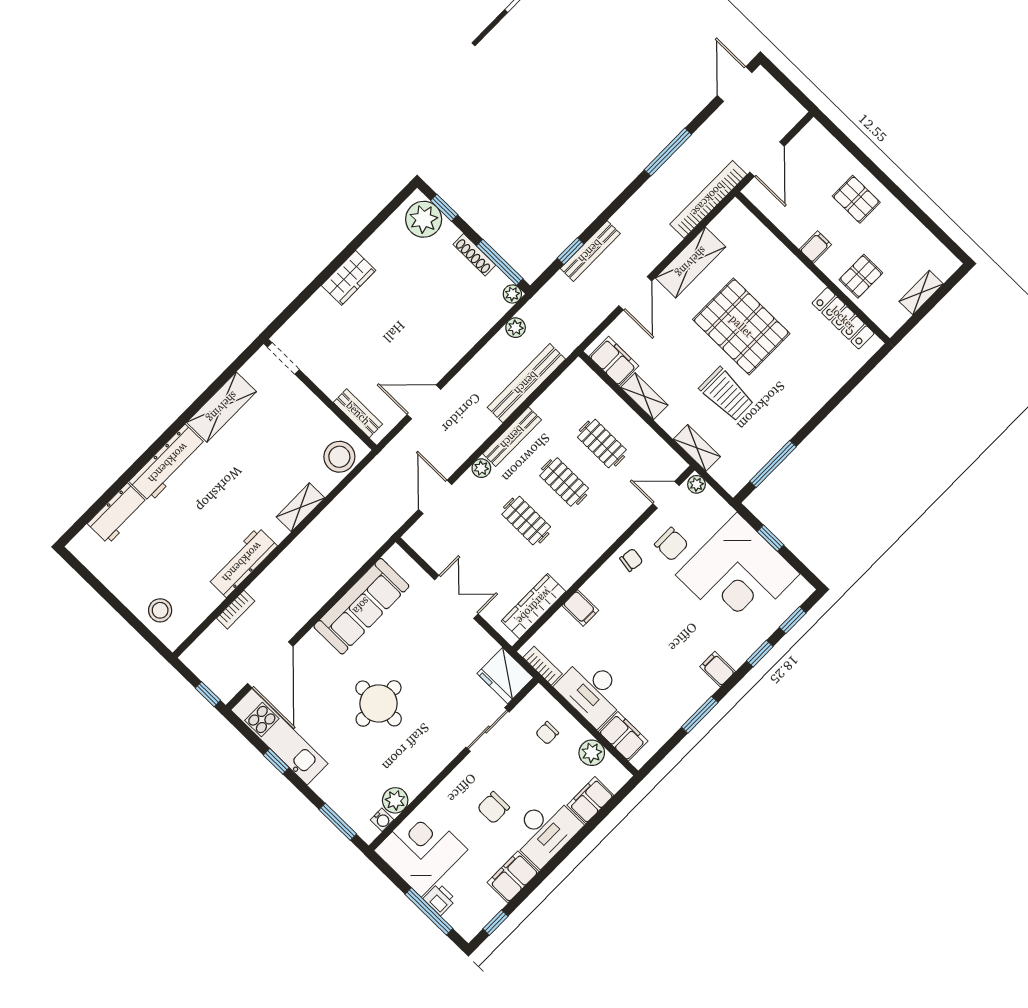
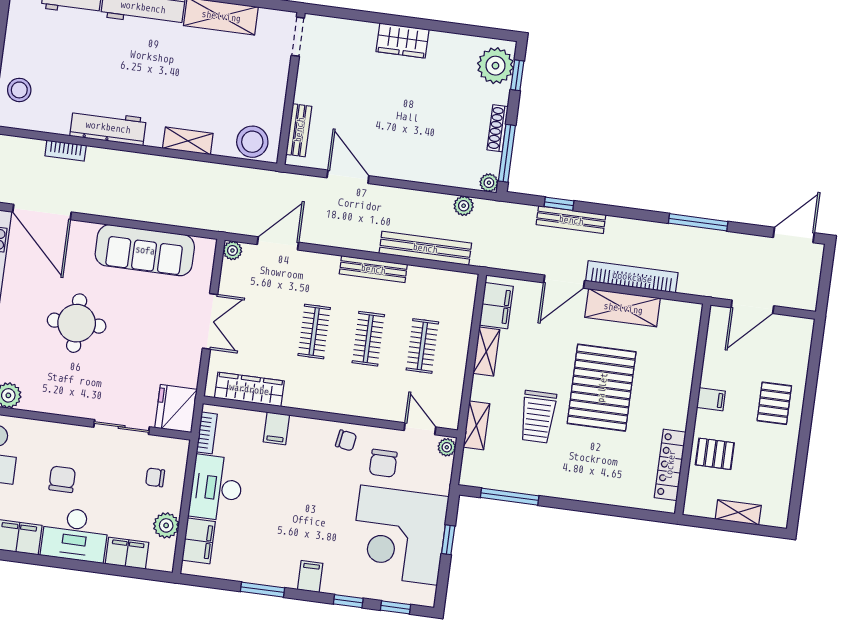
bookcase: (708, 199) -> (632, 277), moved
plant: (481, 468) -> (232, 250), moved
door: (270, 665) -> (42, 212), hinge flipped
chair: (493, 808) -> (62, 479), turned 90

